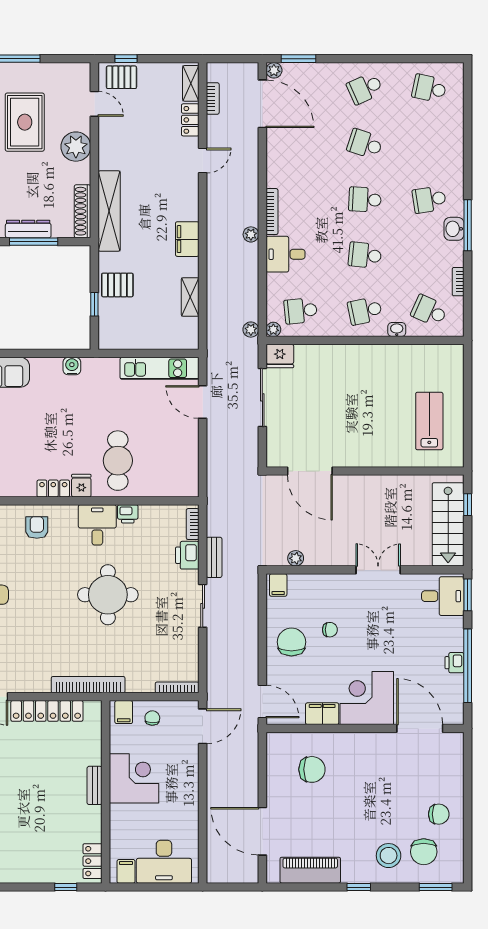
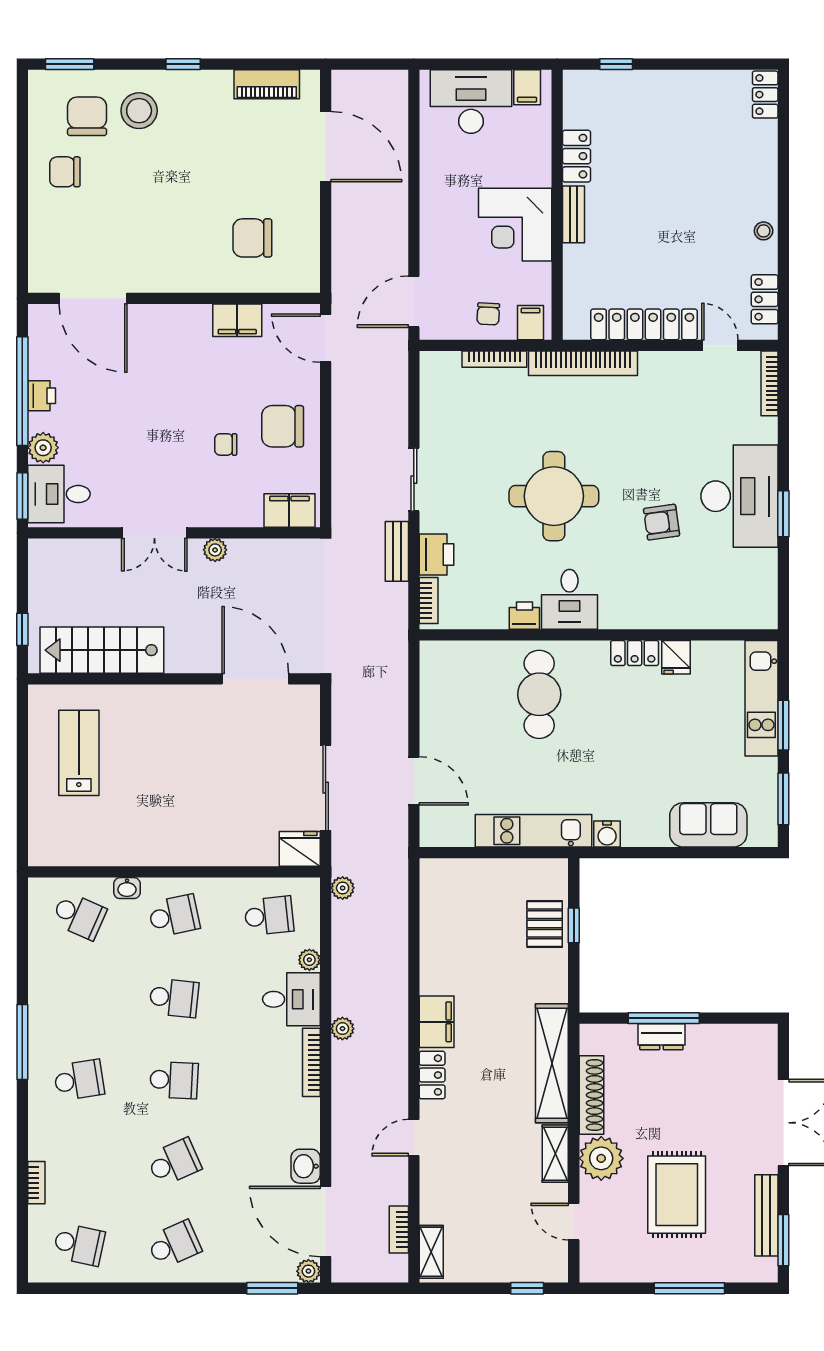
pallet: (121, 77) -> (534, 1261), removed
locker: (190, 120) -> (432, 1075), moved
school desk: (365, 144) -> (174, 1162), turned -42
shoe rack: (82, 211) -> (591, 1095), moved
dresser: (28, 229) -> (661, 1037), width x0.70
washbasin: (454, 229) -> (306, 1166), moved, turned 180
bookcase: (458, 282) -> (36, 1183), moved
pallet: (117, 285) -> (545, 924), moved, turned 90
shelving: (190, 297) -> (555, 1154), moved
plant: (273, 329) -> (309, 960), moved
kitchen unit: (160, 368) -> (534, 831), moved
lab bench: (429, 421) -> (79, 753), turned 180
fridge: (81, 486) -> (676, 657), moved
stairs: (448, 524) -> (102, 650), moved, turned -90
armchair: (37, 528) -> (662, 522), moved, turned 82
plant: (296, 558) -> (215, 550), moved
filing cabinet: (278, 585) -> (289, 510), width x2.00
plant: (453, 627) -> (43, 448), added
chair: (291, 642) -> (283, 426), turned 90
bookcase: (177, 687) -> (494, 359), moved
corner desk: (367, 698) -> (171, 343), removed
locker: (93, 861) -> (577, 156), moved
piano: (310, 870) -> (267, 84), width x0.73, depth x0.75

